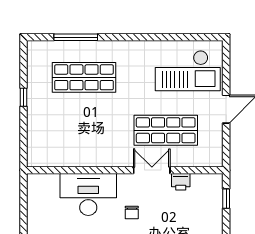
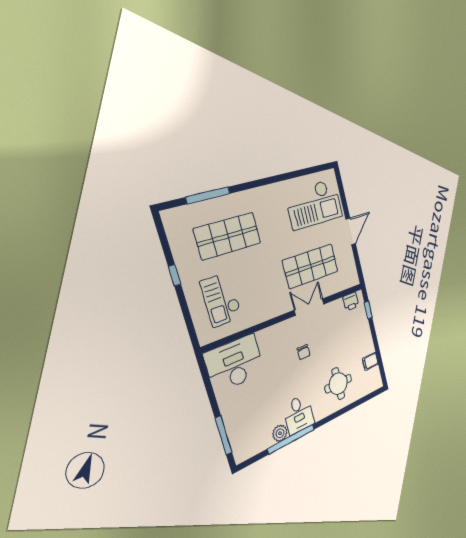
checkout: (60, 132) -> (221, 300), added
printer: (181, 182) -> (351, 301), moved
desk: (88, 194) -> (235, 363), moved

